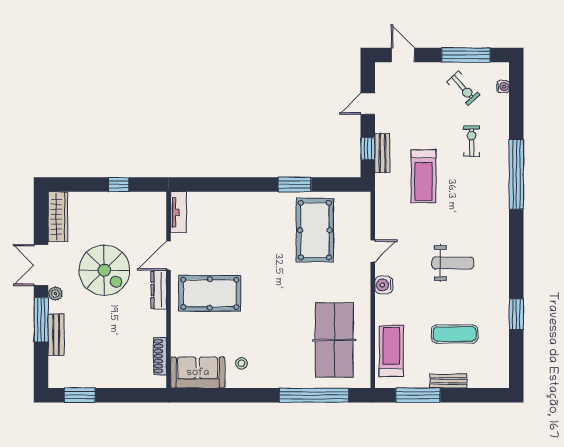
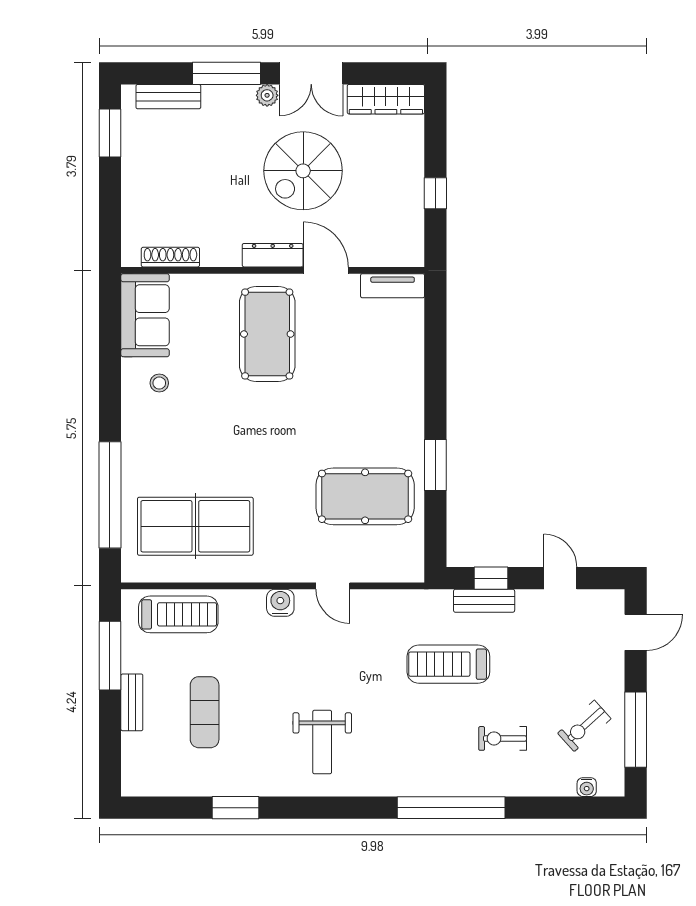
exercise bike: (472, 141) -> (503, 738), turned 180
weight bench: (453, 263) -> (322, 742), moved
double door: (41, 265) -> (311, 73), swing flipped
bench: (56, 335) -> (168, 97), moved

